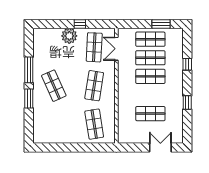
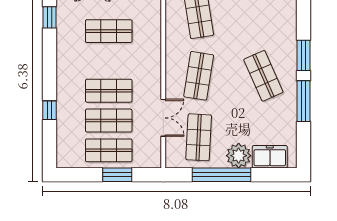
window: (80, 24) -> (222, 175), width x3.17
window: (161, 24) -> (117, 175), moved
freezer: (50, 35) -> (270, 157), added
double door: (116, 49) -> (163, 118), moved
window: (187, 102) -> (50, 17), moved

